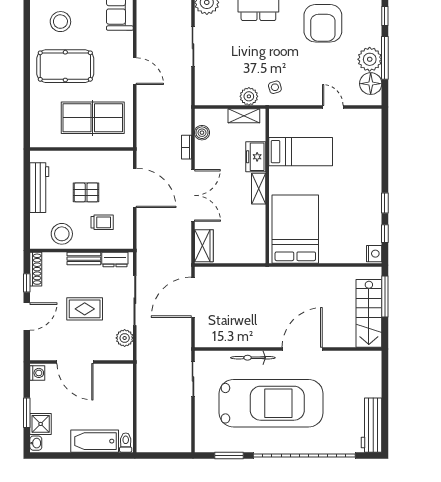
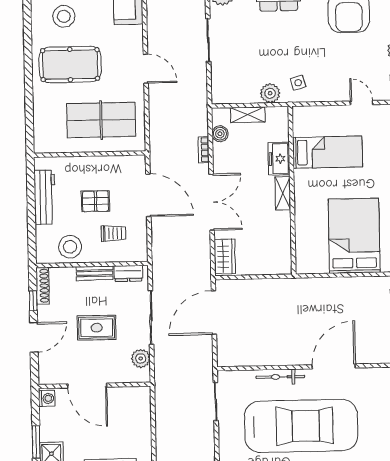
shelving: (244, 116) -> (248, 115), moved
bed: (295, 229) -> (354, 236), moved

